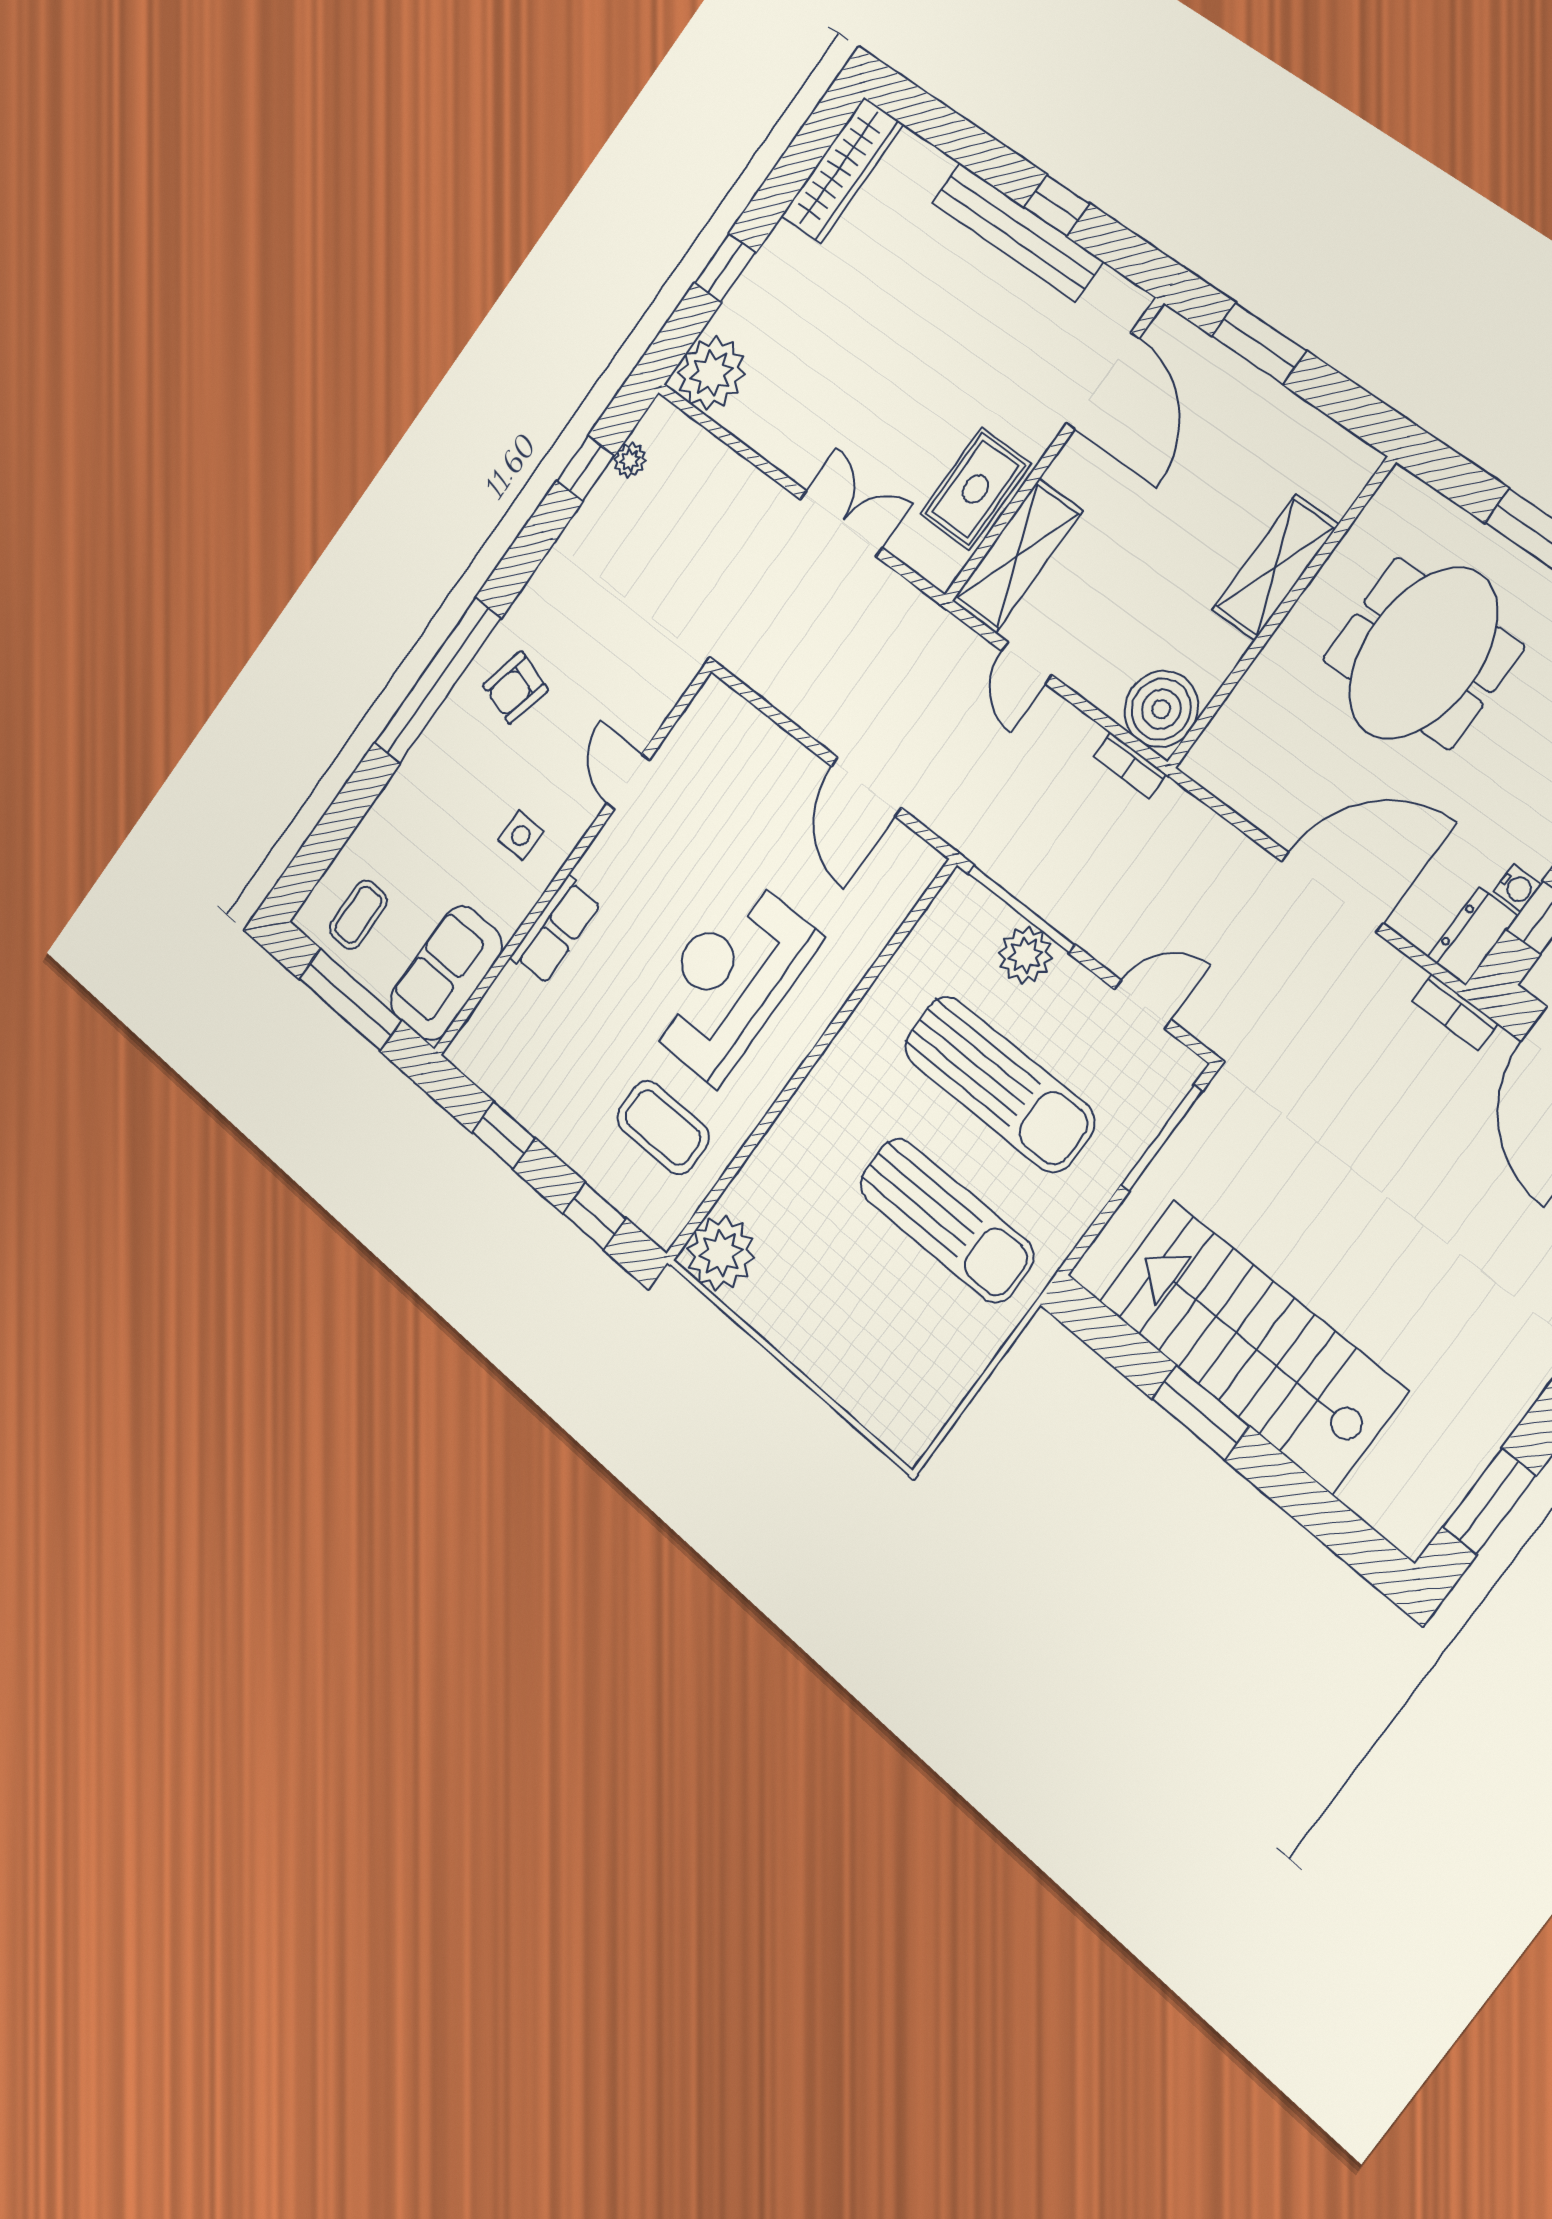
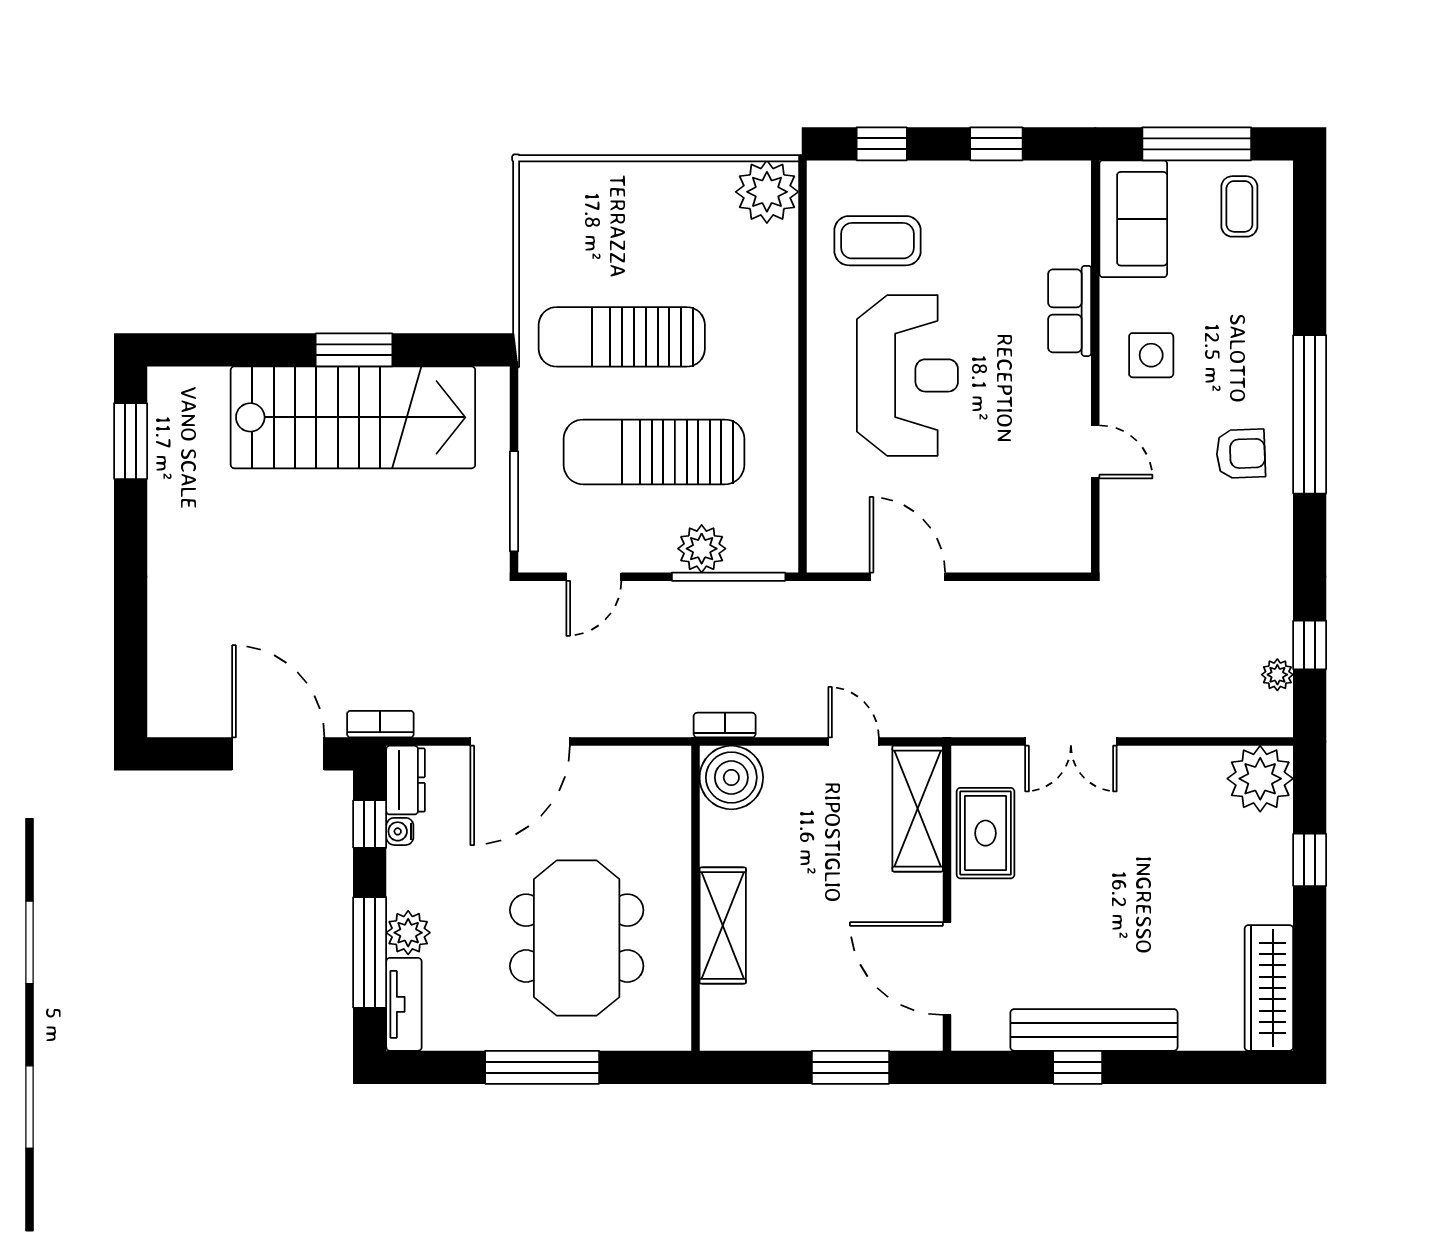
armchair: (515, 687) -> (1241, 454), turned 73
side table: (521, 836) -> (1151, 355), width x1.37, depth x1.37

